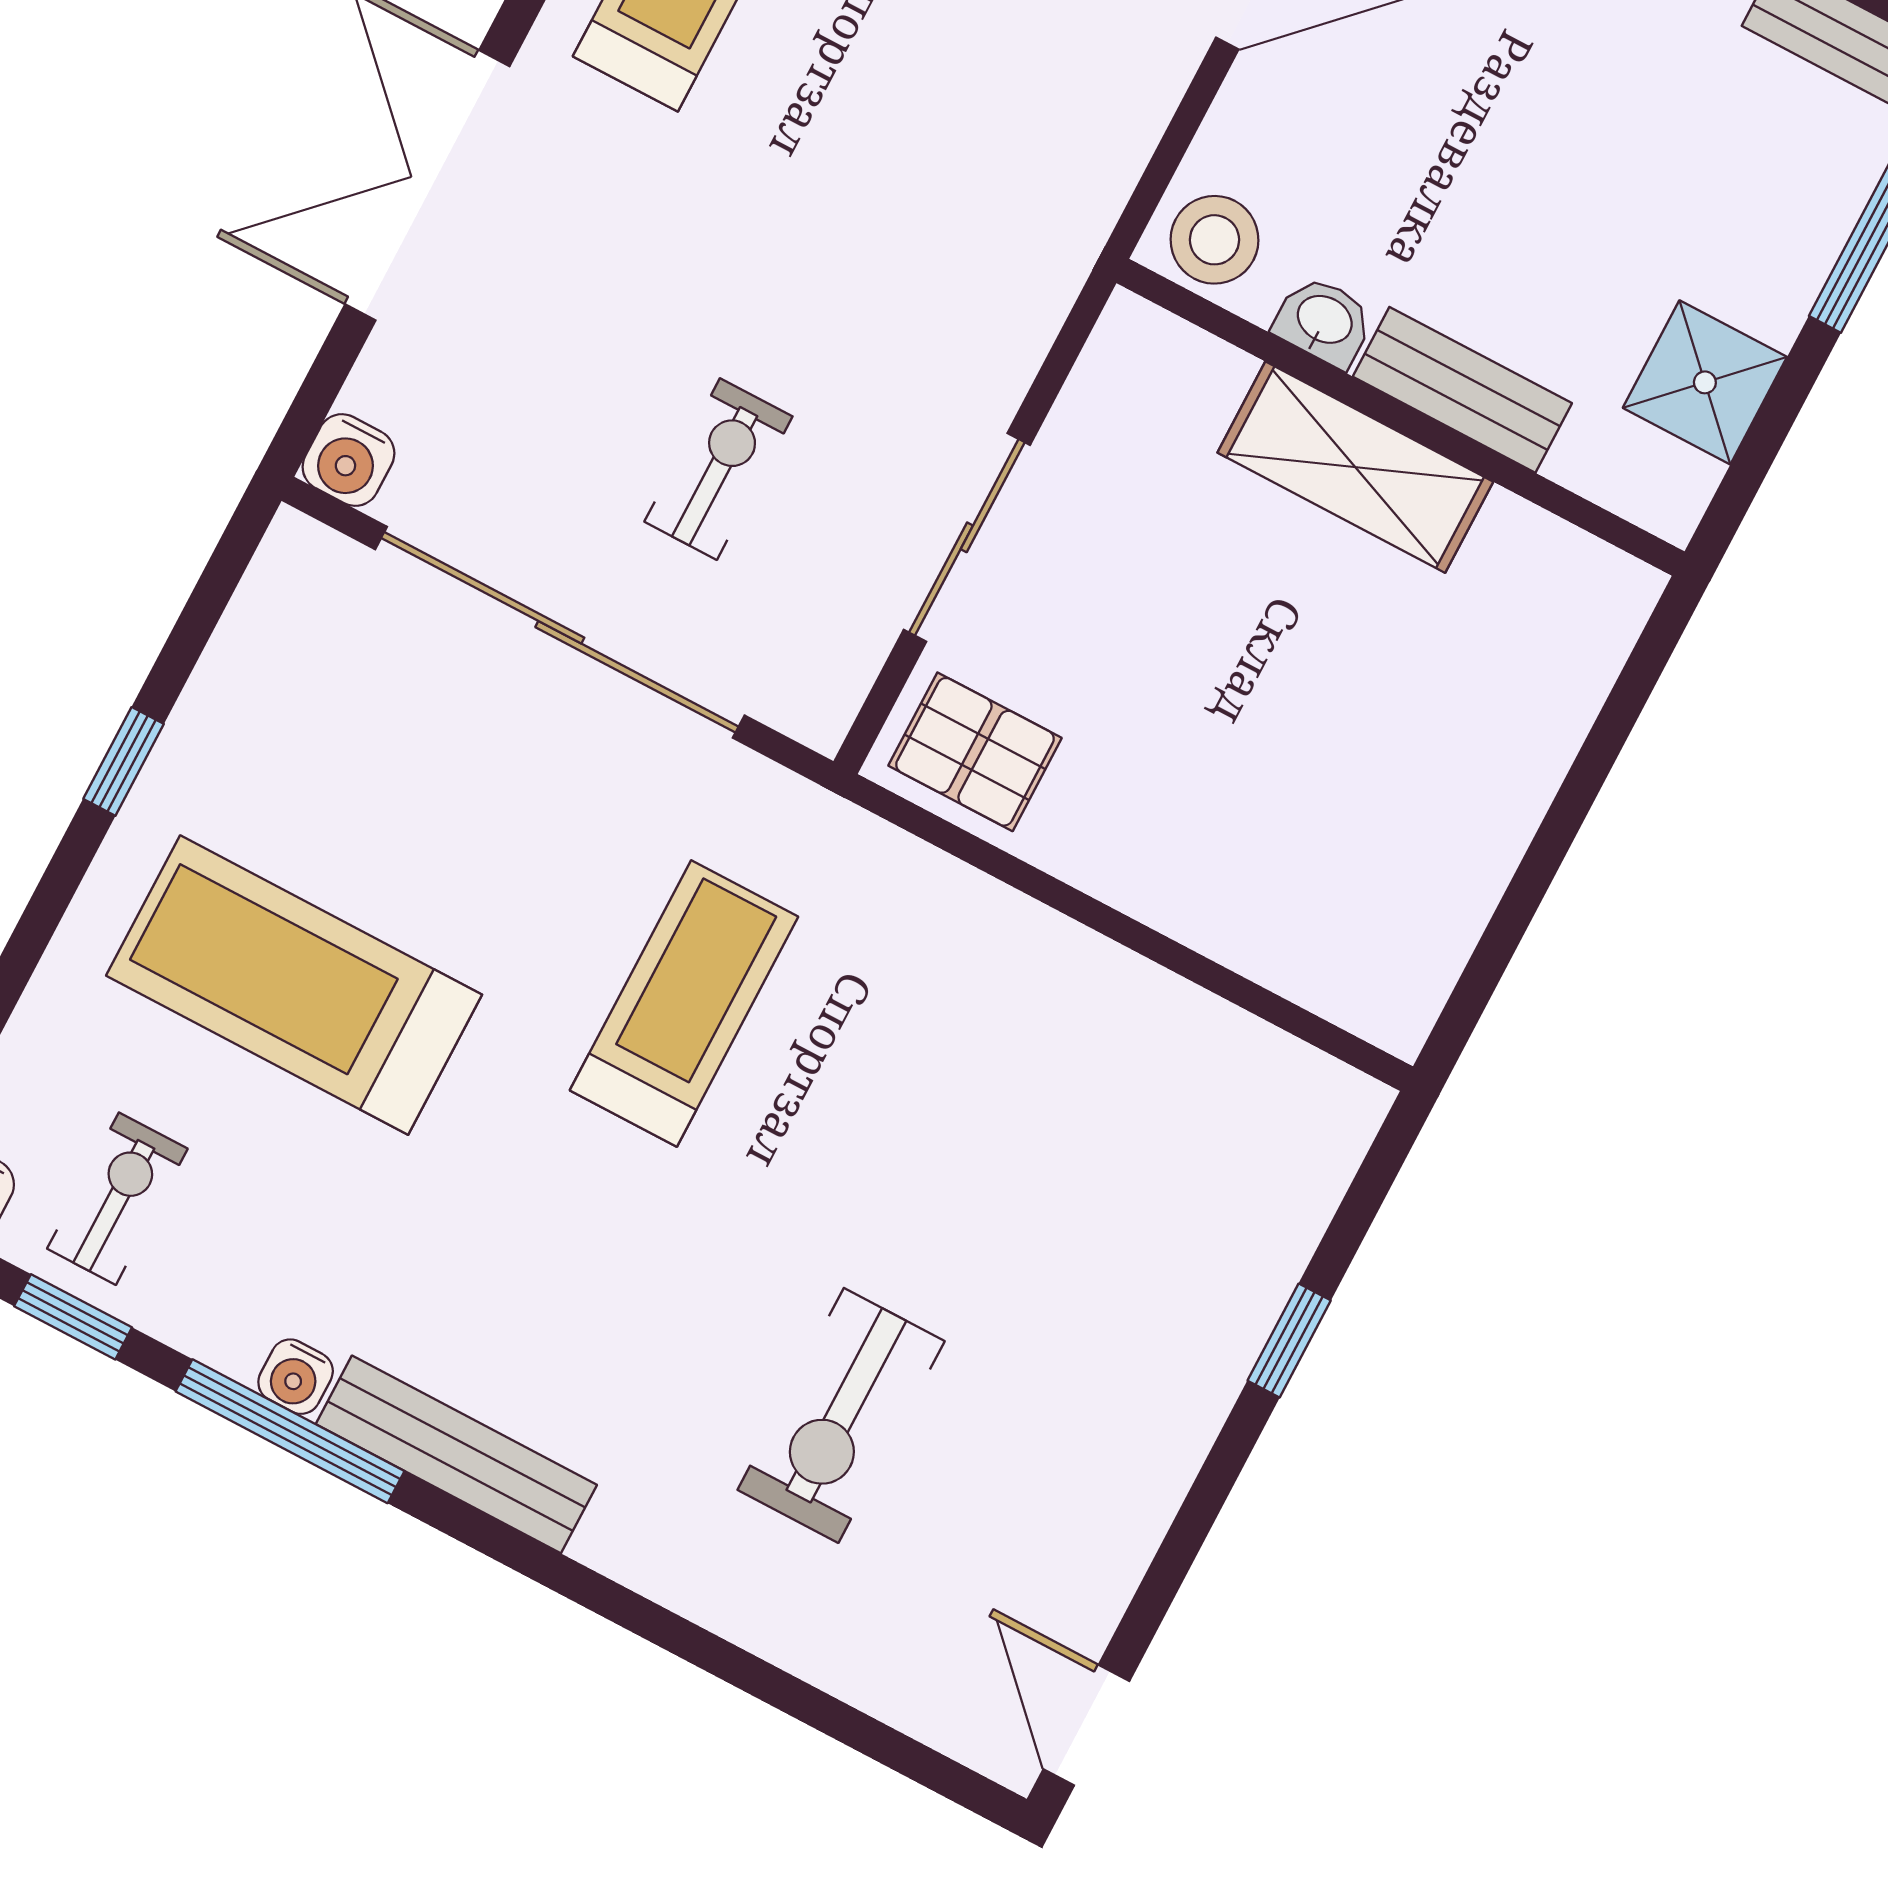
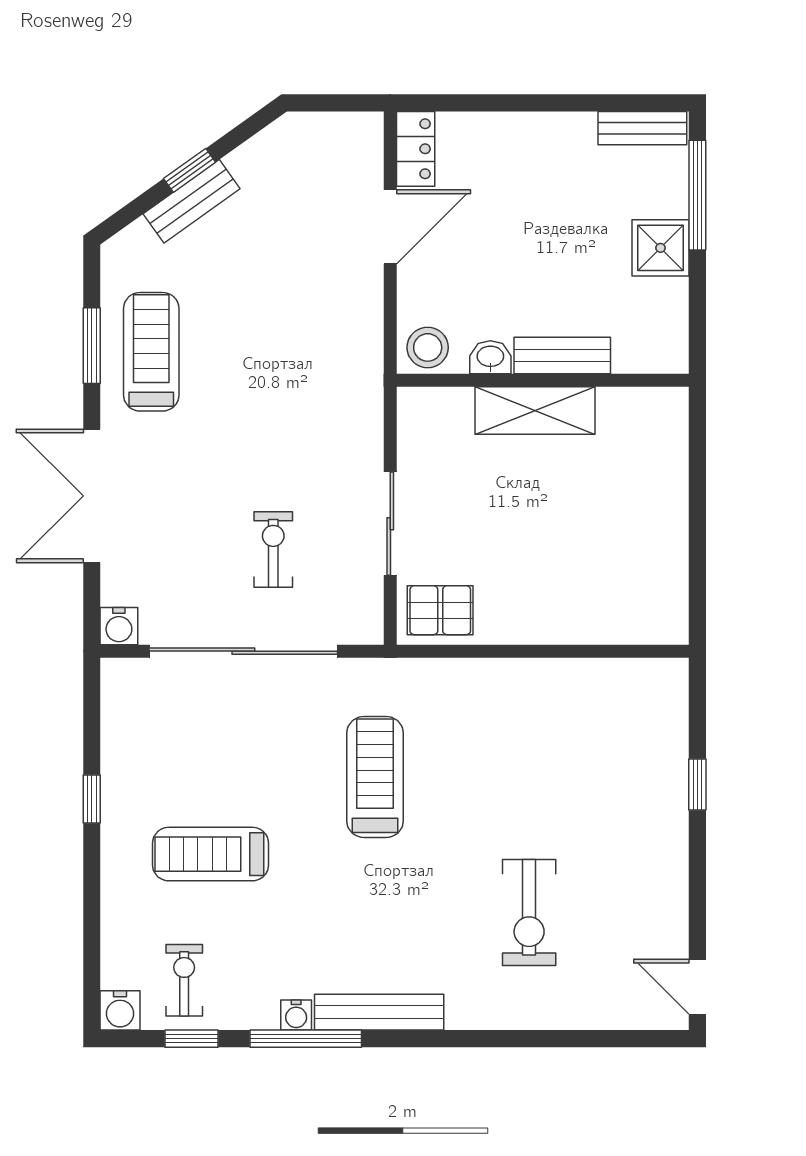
shower: (1705, 382) -> (661, 248), moved
treadmill: (294, 985) -> (211, 854), width x0.73, depth x0.73

